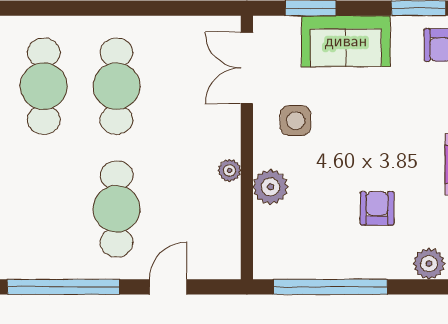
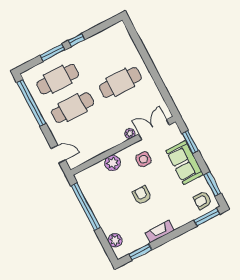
cafe table: (44, 86) -> (58, 79), moved
plant: (230, 170) -> (130, 134), moved
armchair: (377, 208) -> (142, 195), moved, turned -90
door: (168, 287) -> (58, 154), moved

